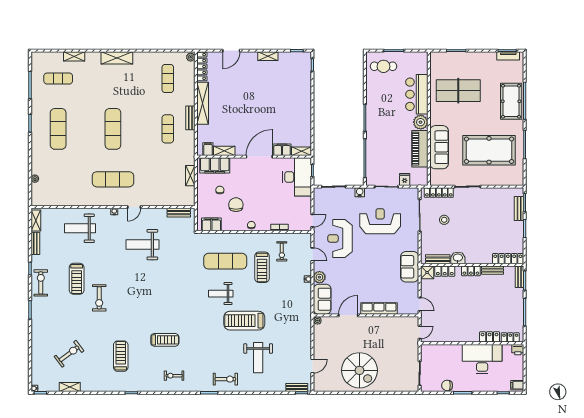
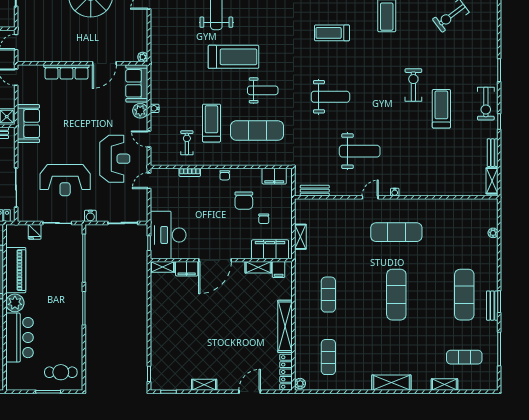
bench: (190, 118) -> (492, 306), moved
weight bench: (80, 228) -> (330, 97), moved

